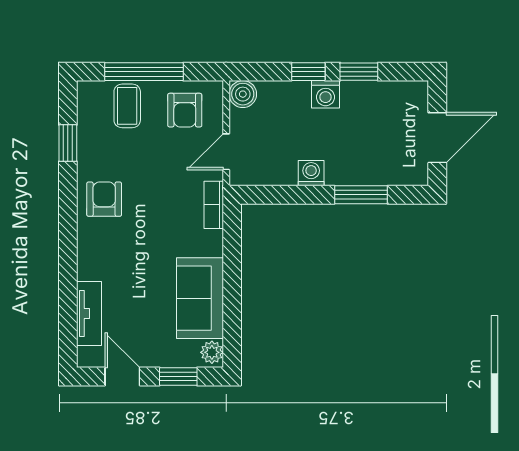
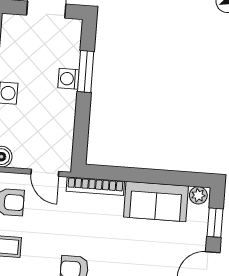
washing machine: (311, 173) -> (68, 79), moved
bookcase: (214, 205) -> (95, 186), width x1.56

